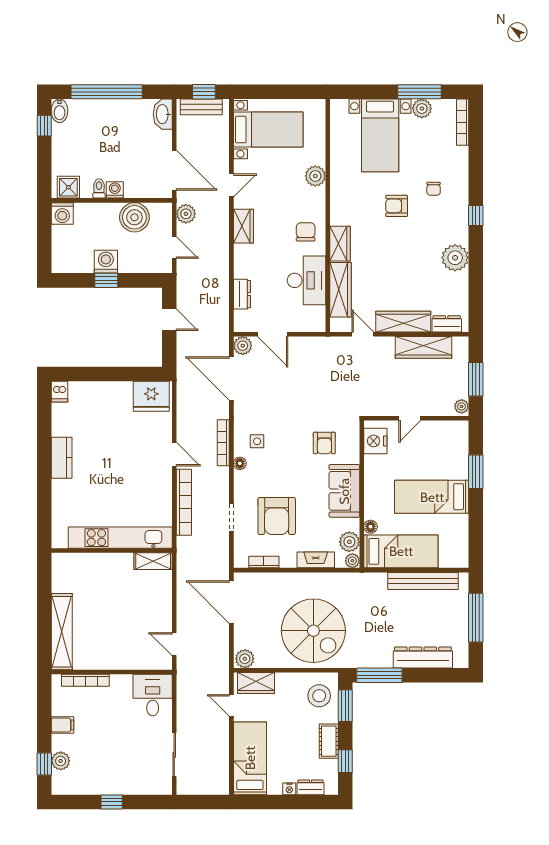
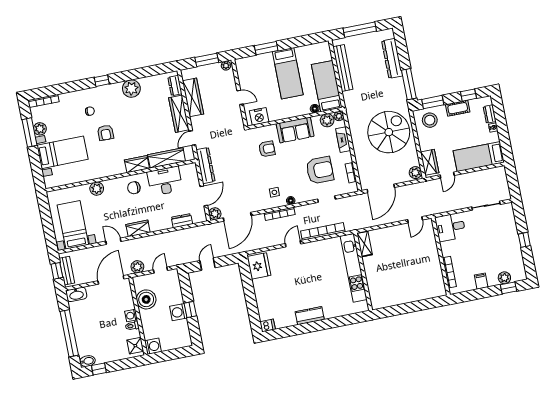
dresser: (318, 346) -> (206, 166), added
shelving: (62, 632) -> (421, 293), removed

